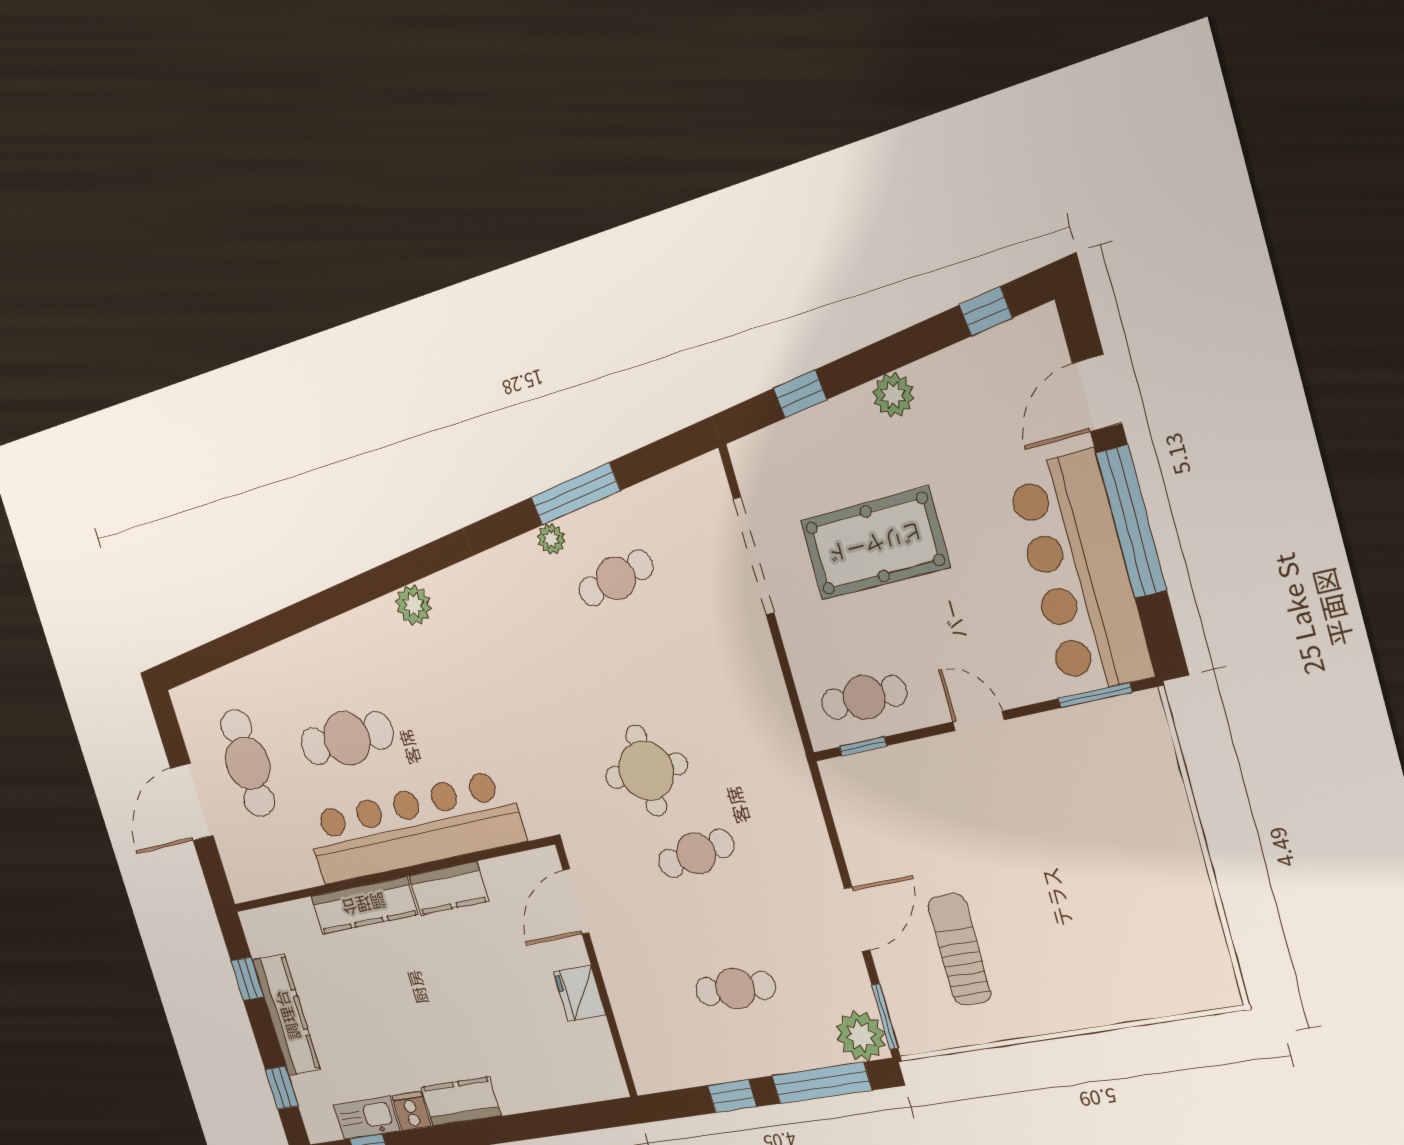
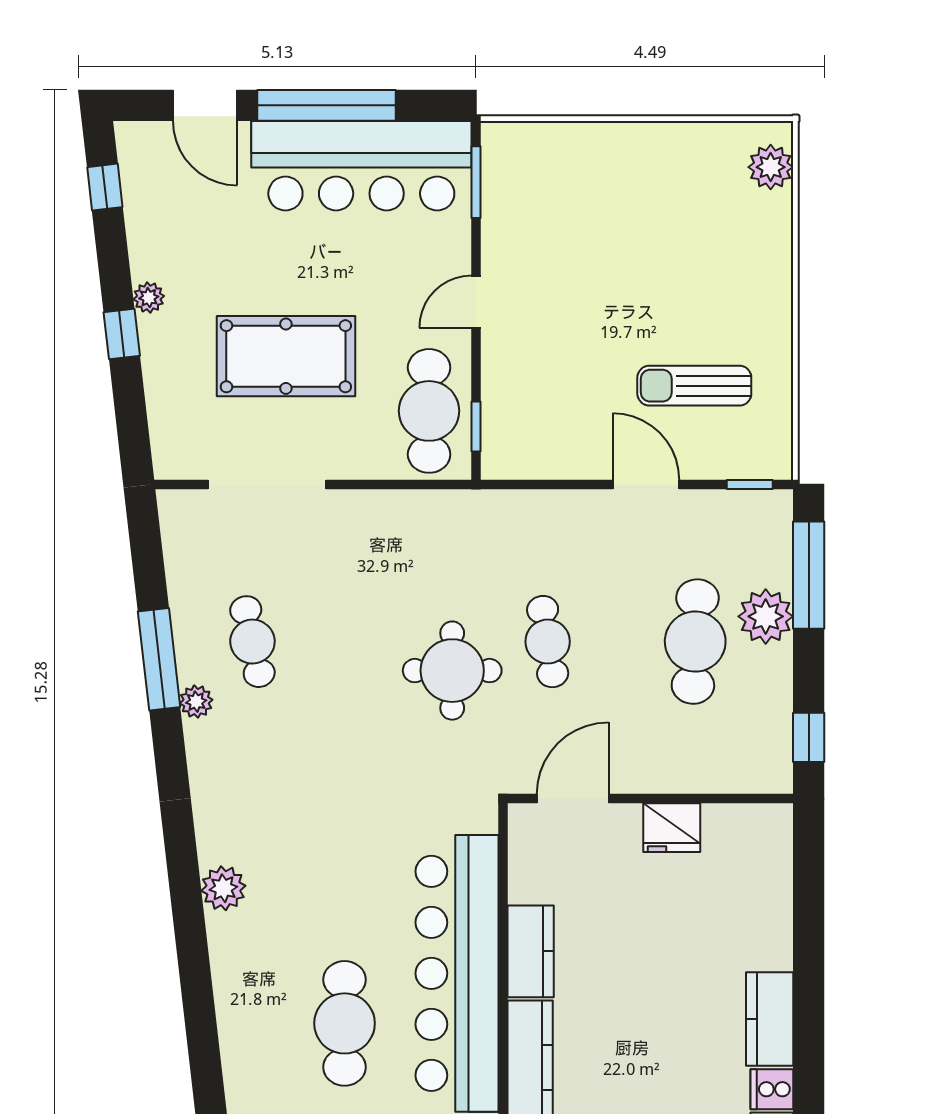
window: (800, 394) -> (122, 334), moved
plant: (893, 395) -> (149, 298), width x0.73, depth x0.73
pool table: (875, 544) -> (286, 356), turned 90
cafe table: (864, 698) -> (429, 411), width x1.37, depth x1.35
door: (576, 902) -> (573, 799), swing flipped
cafe table: (735, 989) -> (695, 642), width x1.37, depth x1.35
plant: (1191, 990) -> (771, 167), added
window: (885, 1017) -> (750, 485), width x0.67
plant: (861, 1036) -> (766, 616), moved
window: (732, 1096) -> (809, 737), moved

